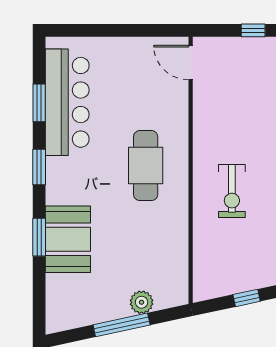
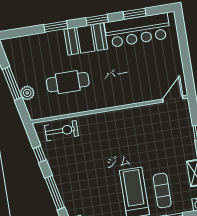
cafe table: (146, 166) -> (68, 82), moved
exercise bike: (232, 191) -> (61, 131), moved, turned 180
booth: (68, 239) -> (86, 39), moved

